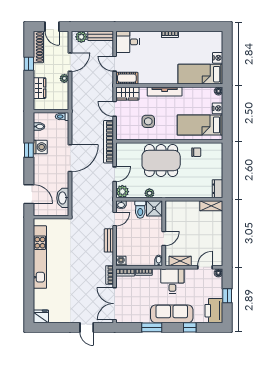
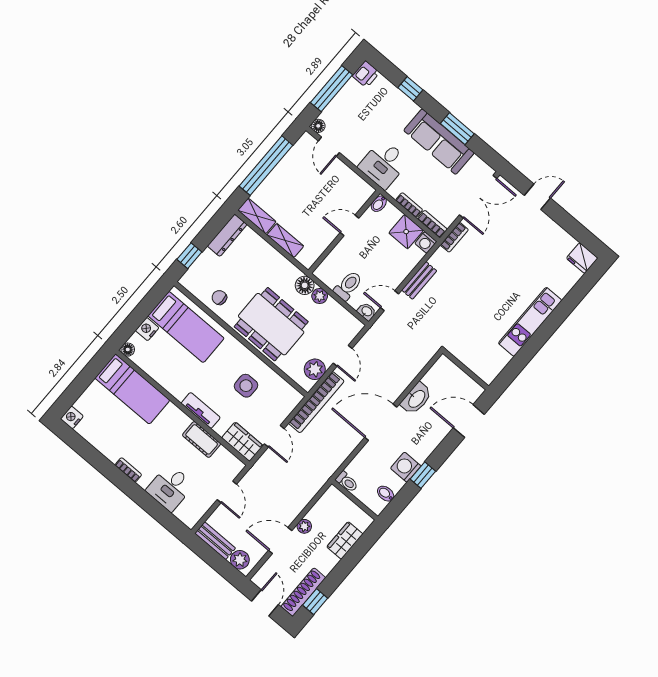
desk: (128, 42) -> (170, 488), moved, turned 90
nightstand: (218, 58) -> (72, 417), moved
window: (29, 64) -> (315, 602), moved
cot: (127, 78) -> (202, 439), moved
tv unit: (165, 91) -> (201, 410), width x0.71
window: (227, 160) -> (189, 256), added
door: (115, 174) -> (343, 356), swing flipped
dresser: (217, 189) -> (227, 235), width x1.44
plant: (122, 192) -> (315, 369), moved
floor lamp: (161, 192) -> (305, 285), added
door: (29, 194) -> (469, 421), hinge flipped
washbasin: (63, 198) -> (416, 399), moved
shower: (154, 208) -> (406, 232), moved
window: (227, 233) -> (266, 166), added
kitchen unit: (40, 257) -> (530, 322), width x0.73
shelving: (180, 261) -> (285, 241), moved
door: (205, 267) -> (329, 147), hinge flipped
window: (227, 296) -> (332, 89), width x2.17
printer: (214, 311) -> (366, 74), width x0.53, depth x0.68
sofa: (172, 314) -> (439, 142), moved
door: (87, 327) -> (537, 197), hinge flipped

